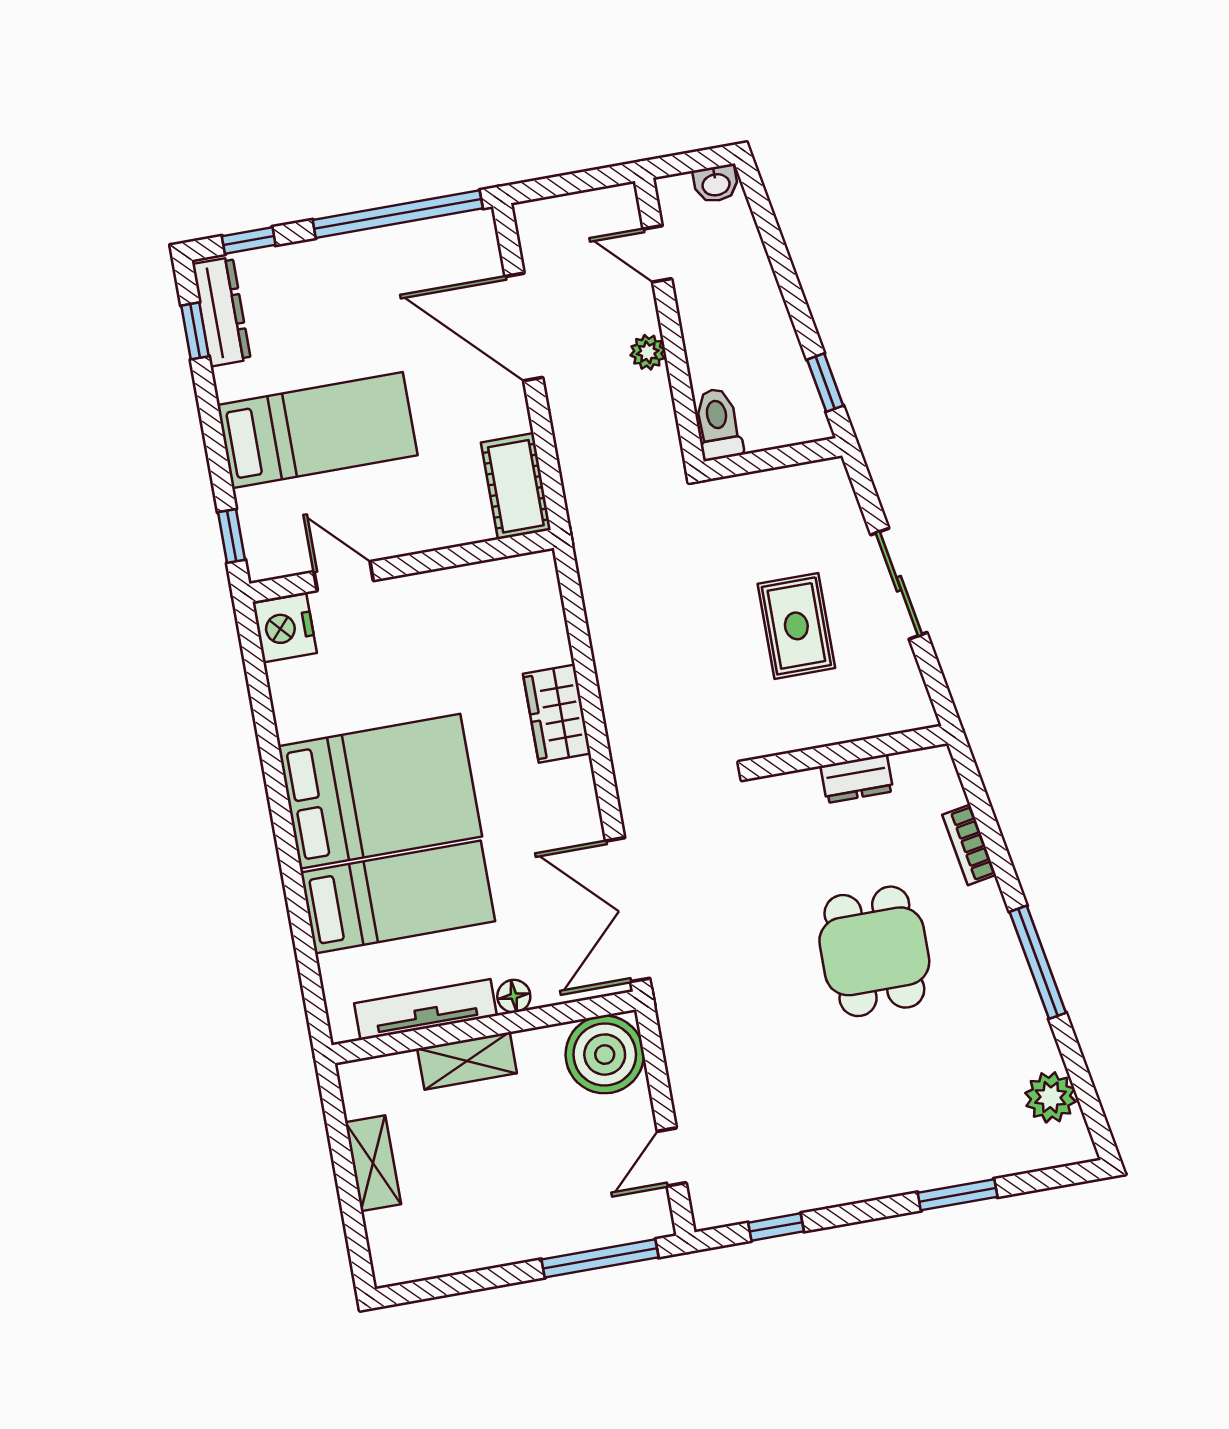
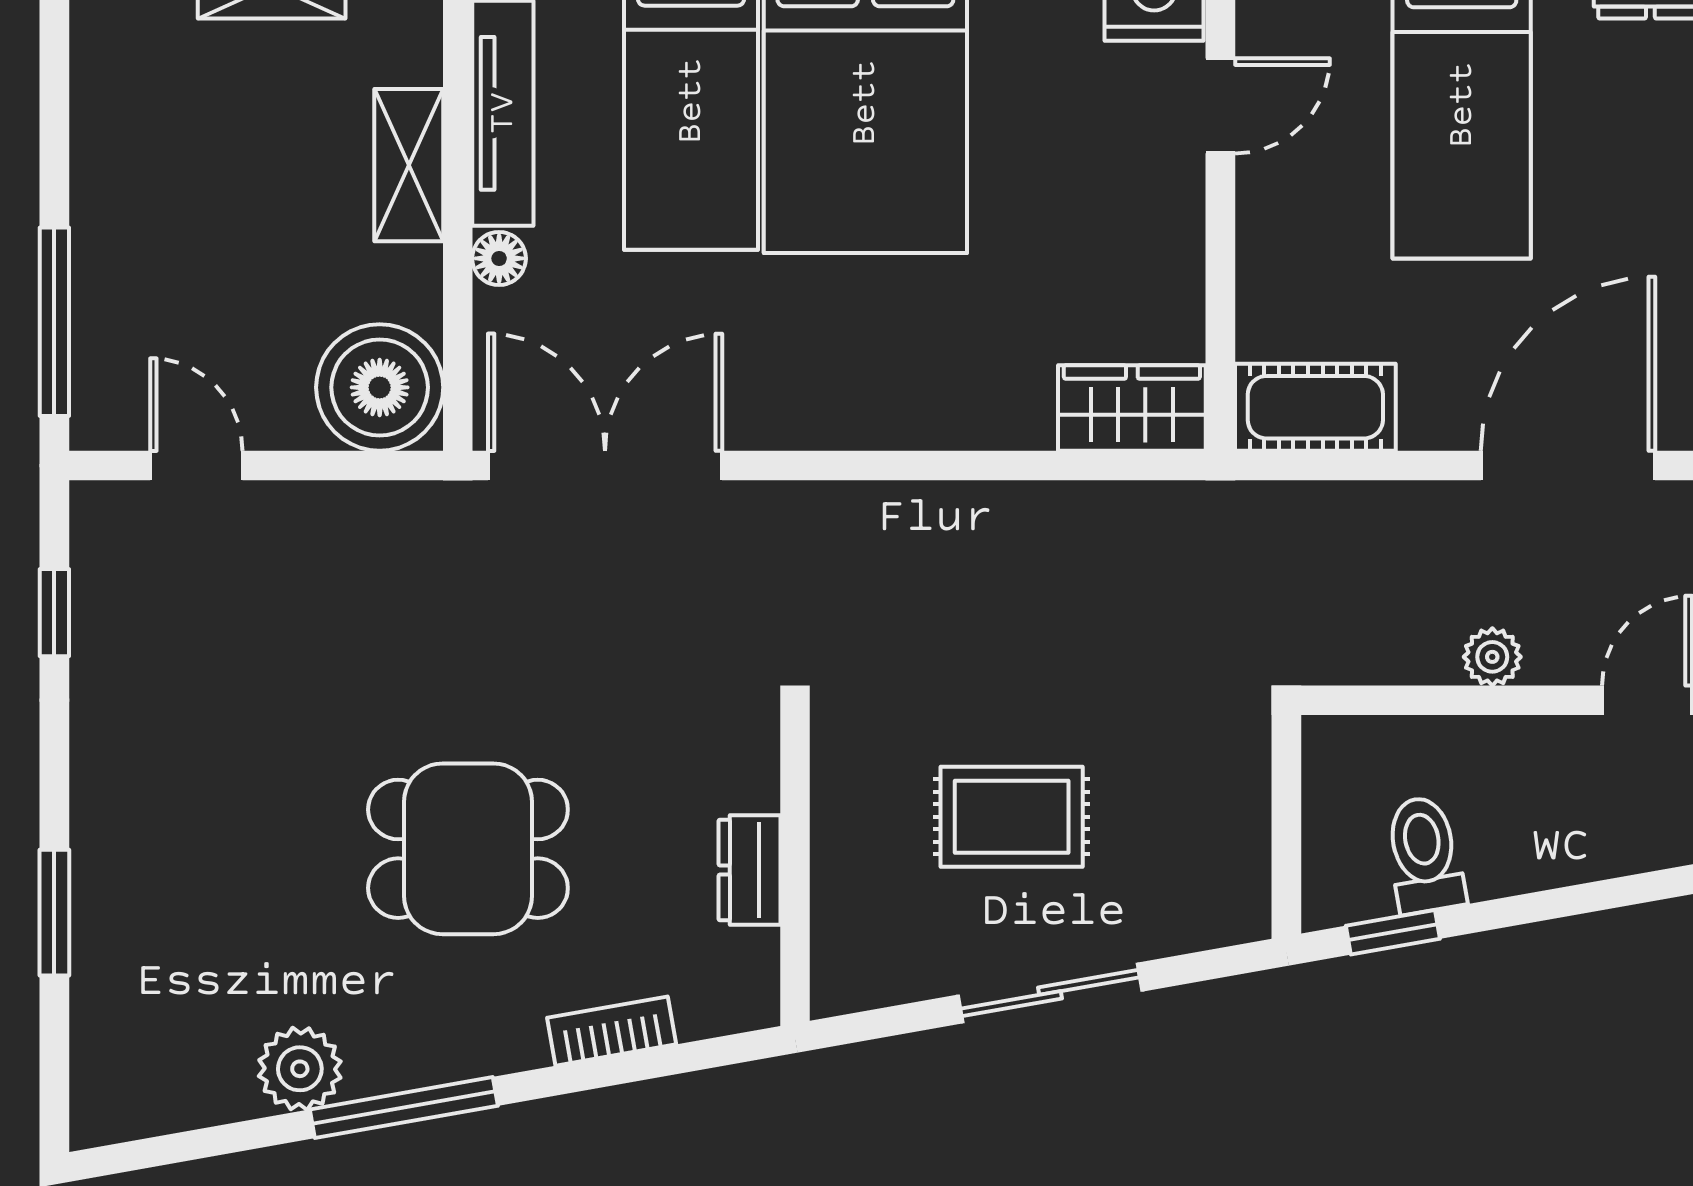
toilet: (718, 424) -> (1425, 855), moved, turned -100
wardrobe: (557, 714) -> (1132, 408), moved
plant: (1050, 1097) -> (300, 1069), moved

